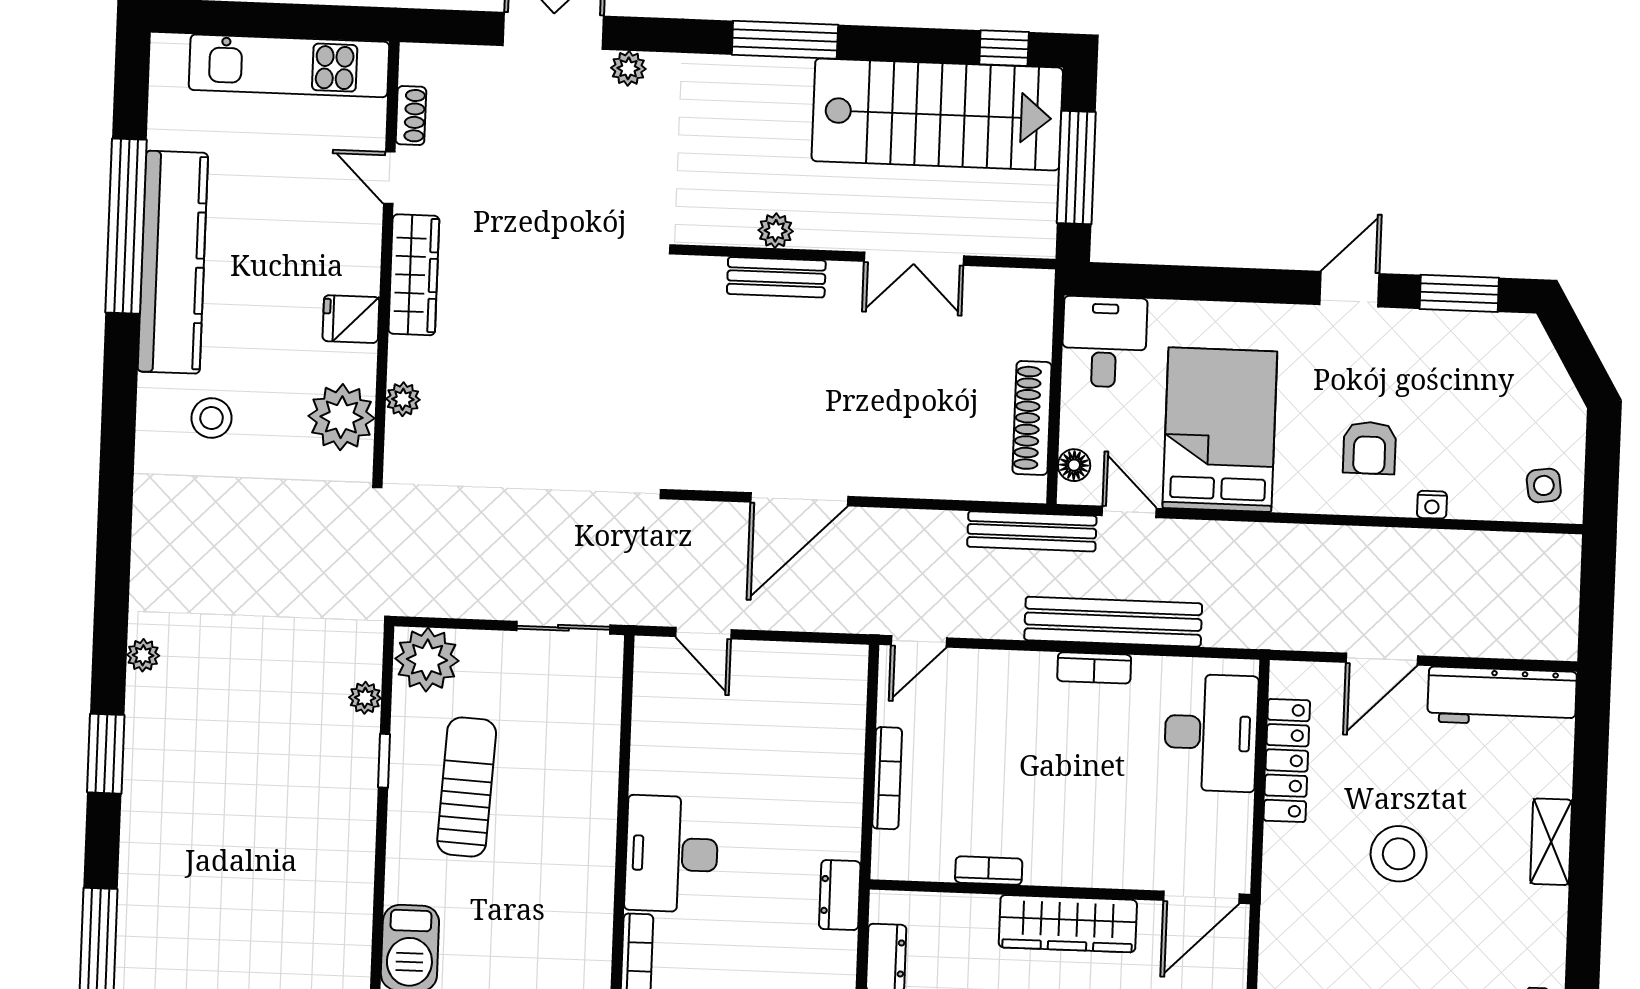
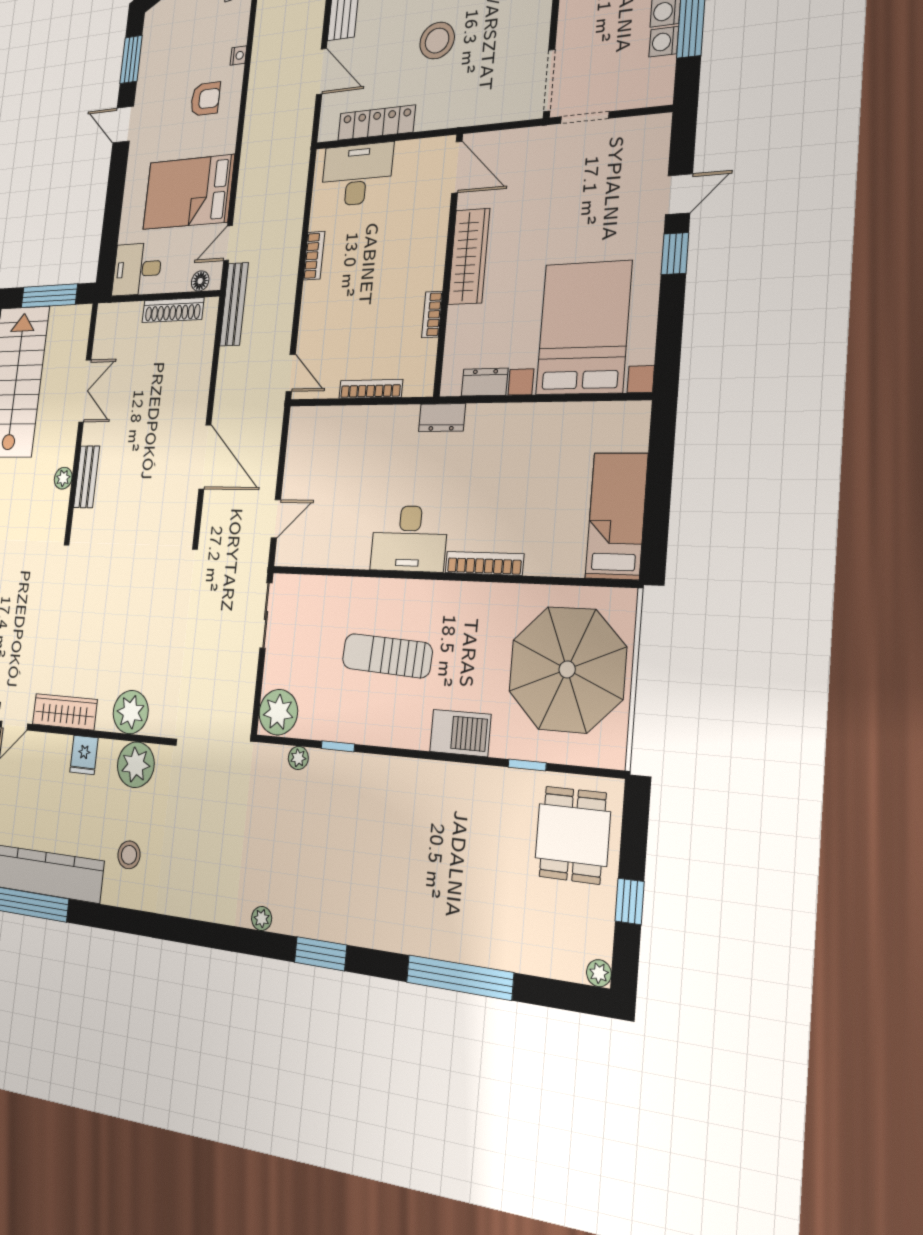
plant: (403, 399) -> (131, 712), width x1.87, depth x1.87
bench: (1113, 622) -> (288, 246), removed
sun lounger: (467, 787) -> (387, 656), moved

